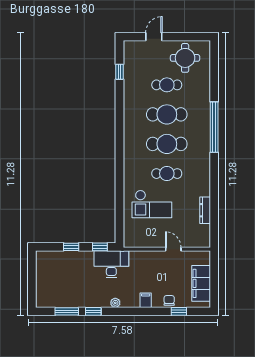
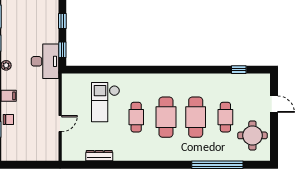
window: (214, 127) -> (217, 165), moved
filing cabinet: (201, 283) -> (26, 152), removed

